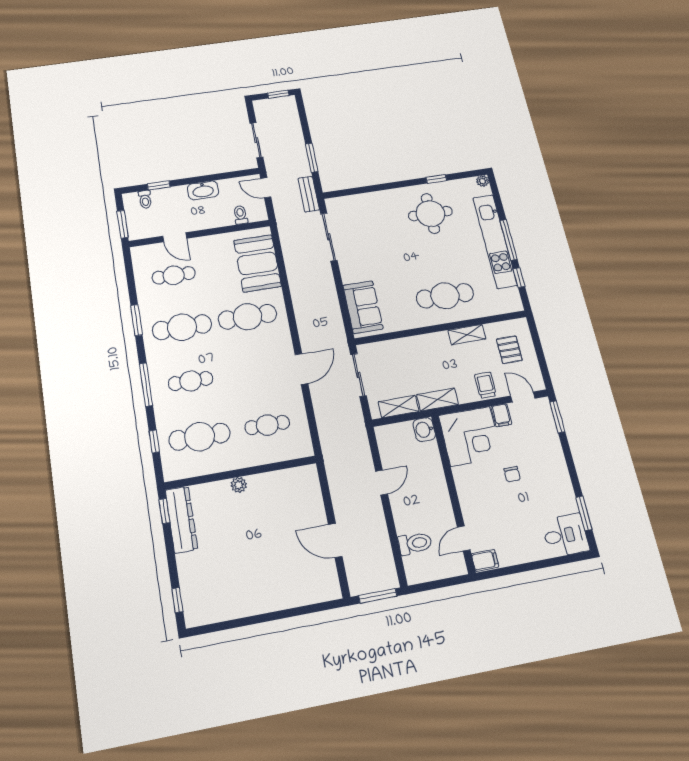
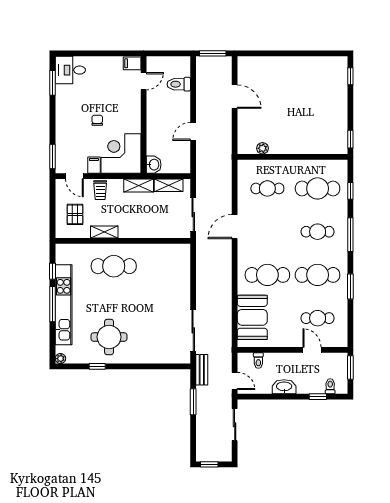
sofa: (363, 307) -> (179, 268), removed
plant: (239, 485) -> (263, 148), moved
dresser: (181, 520) -> (339, 131), removed

